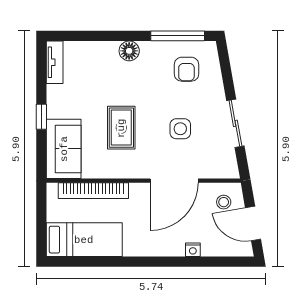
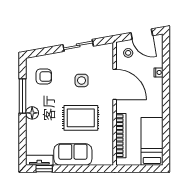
window: (178, 36) -> (23, 96), moved
window: (41, 117) -> (44, 169), moved
rug: (121, 128) -> (81, 118), width x1.36, depth x1.43
sofa: (64, 149) -> (73, 155), moved
door: (253, 223) -> (142, 34), hinge flipped

